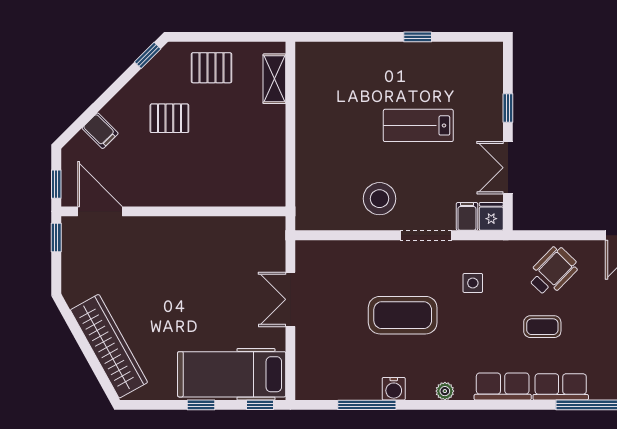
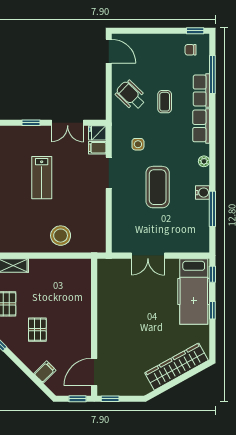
stool: (380, 199) -> (61, 236), moved

